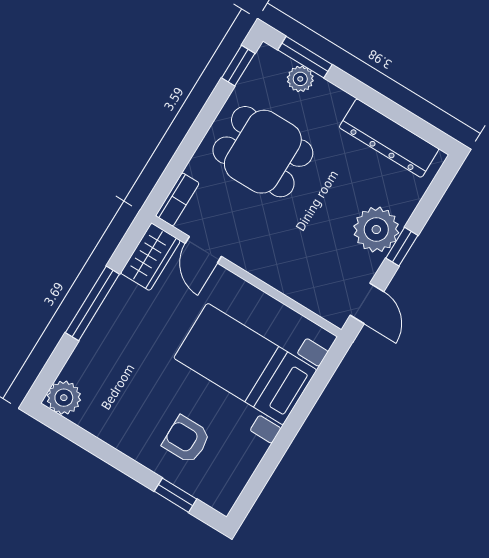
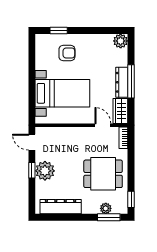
dresser: (112, 313) -> (122, 82), added

